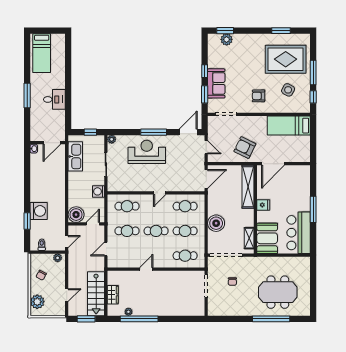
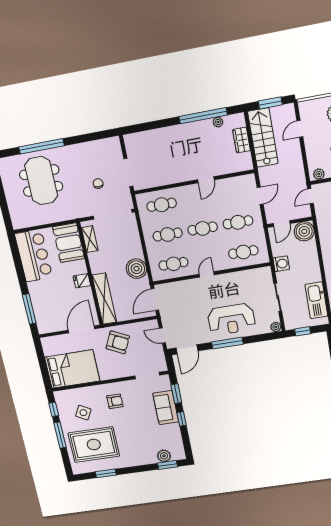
bed: (289, 126) -> (72, 369), width x1.50
window: (313, 209) -> (29, 309), moved
boiler: (216, 223) -> (136, 269), moved
meeting table: (278, 292) -> (41, 181), turned 90

